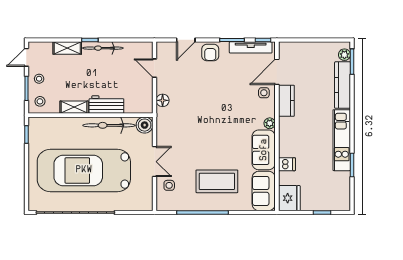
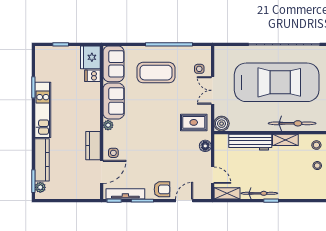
shelving: (67, 48) -> (227, 193), moved
armchair: (210, 52) -> (162, 189), turned 90
workbench: (106, 105) -> (250, 142), width x1.38
bicycle: (109, 125) -> (292, 123), moved
rug: (175, 126) -> (194, 122), added
dishwasher: (287, 164) -> (92, 76), moved

